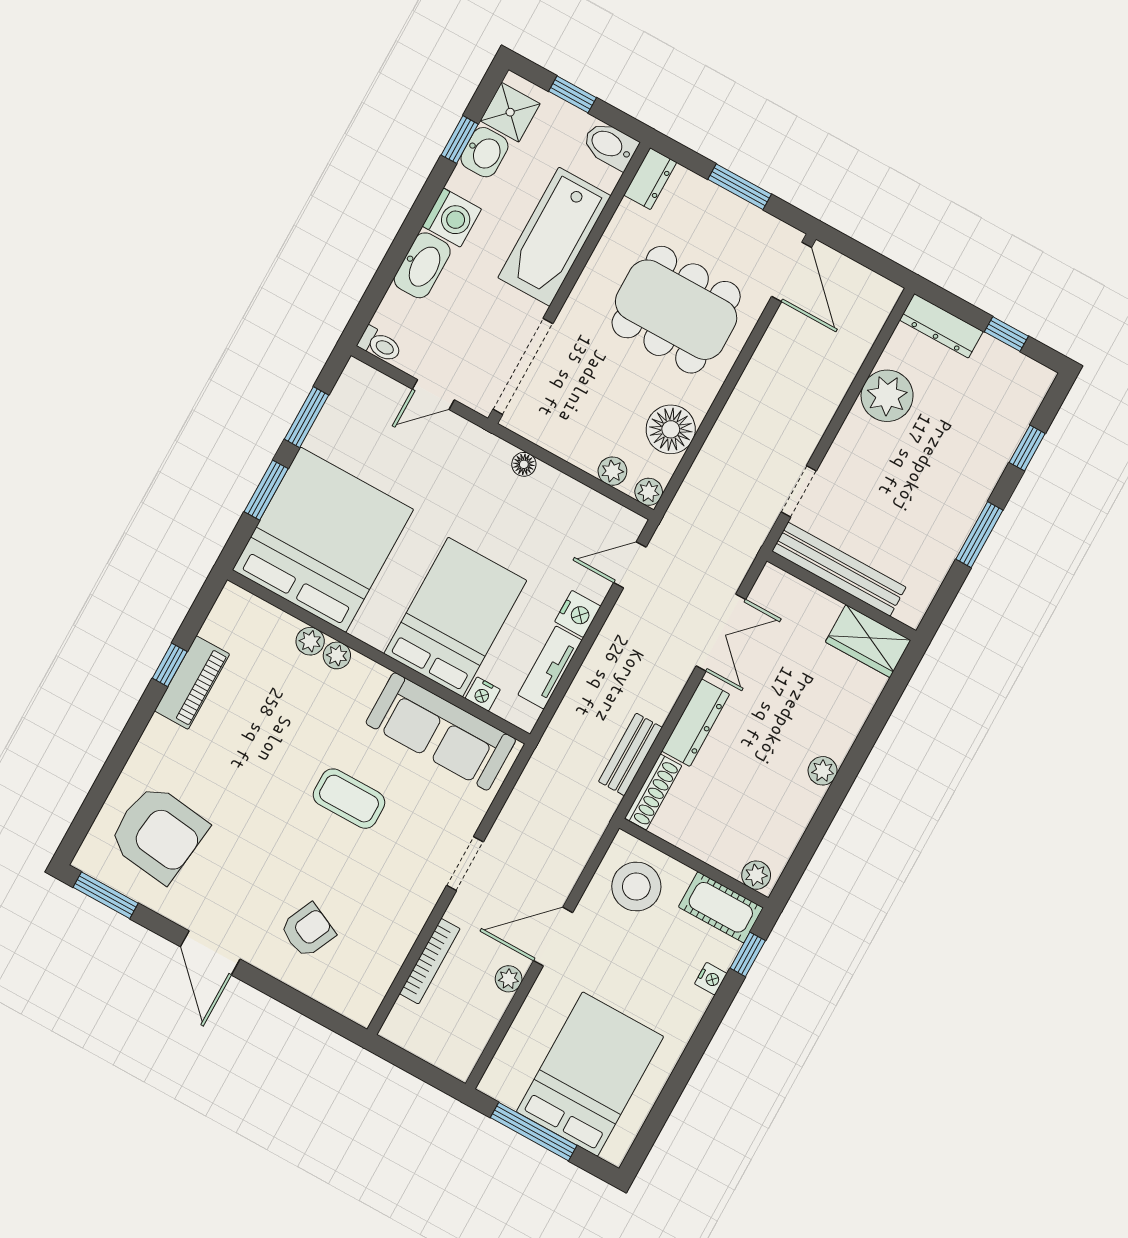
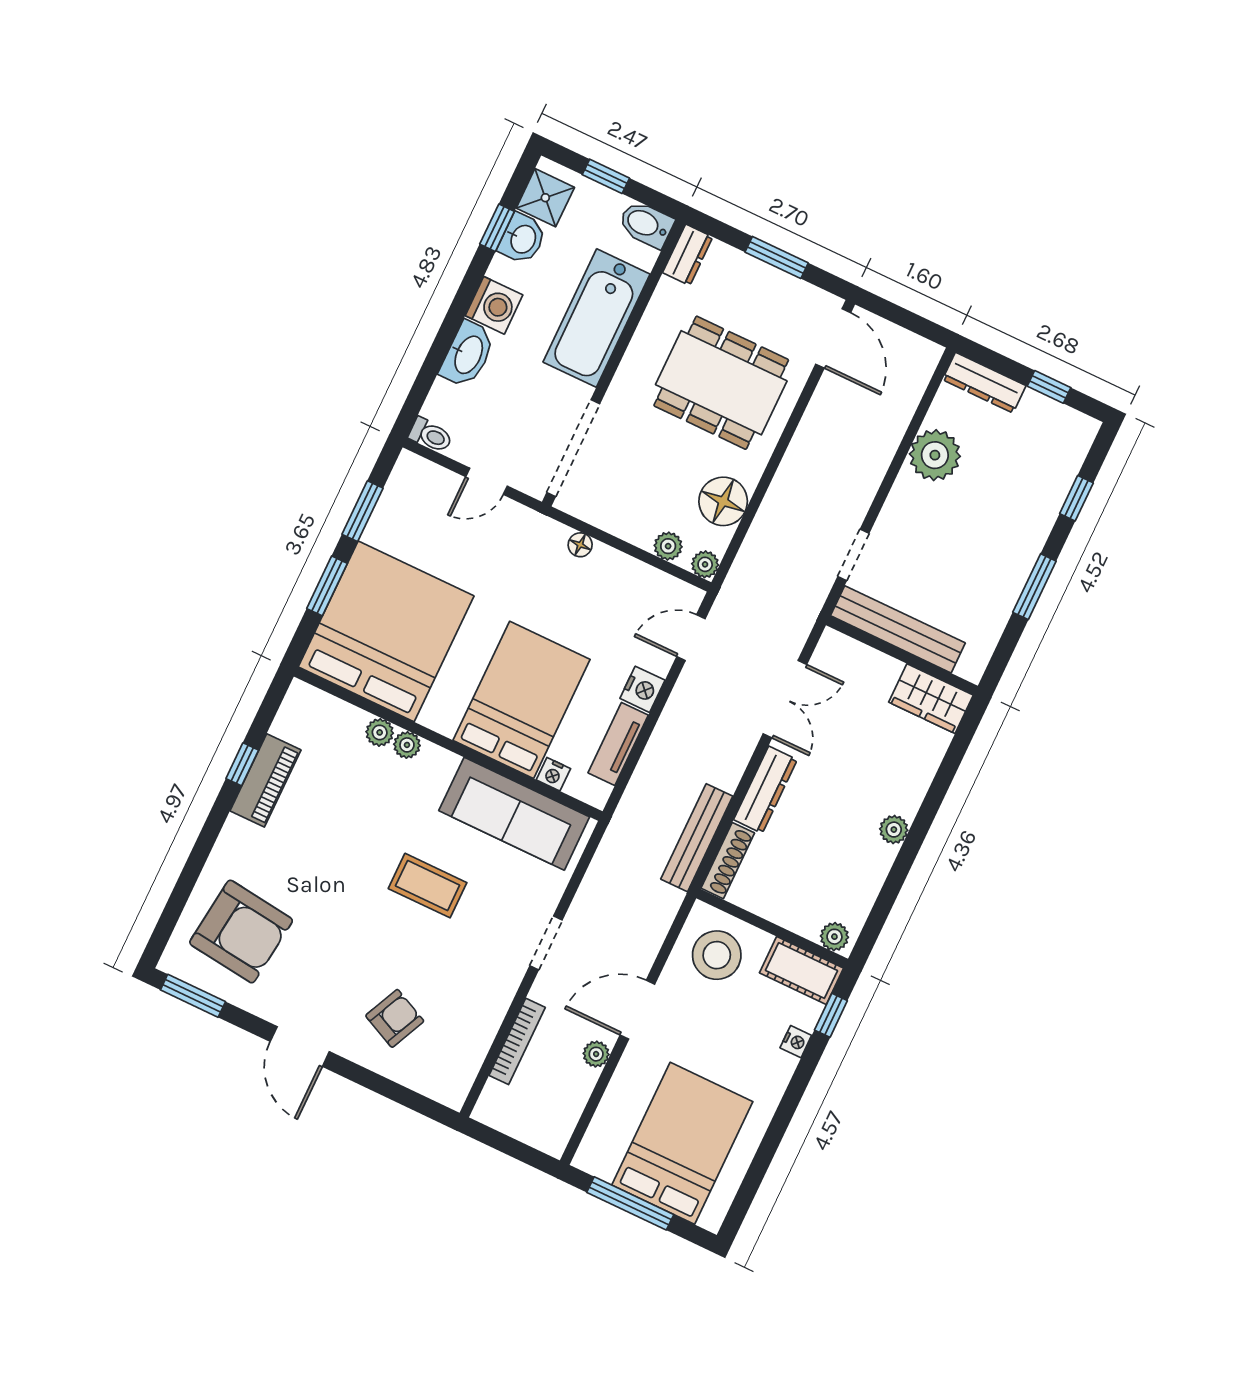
bench: (630, 754) -> (697, 838), width x1.36

